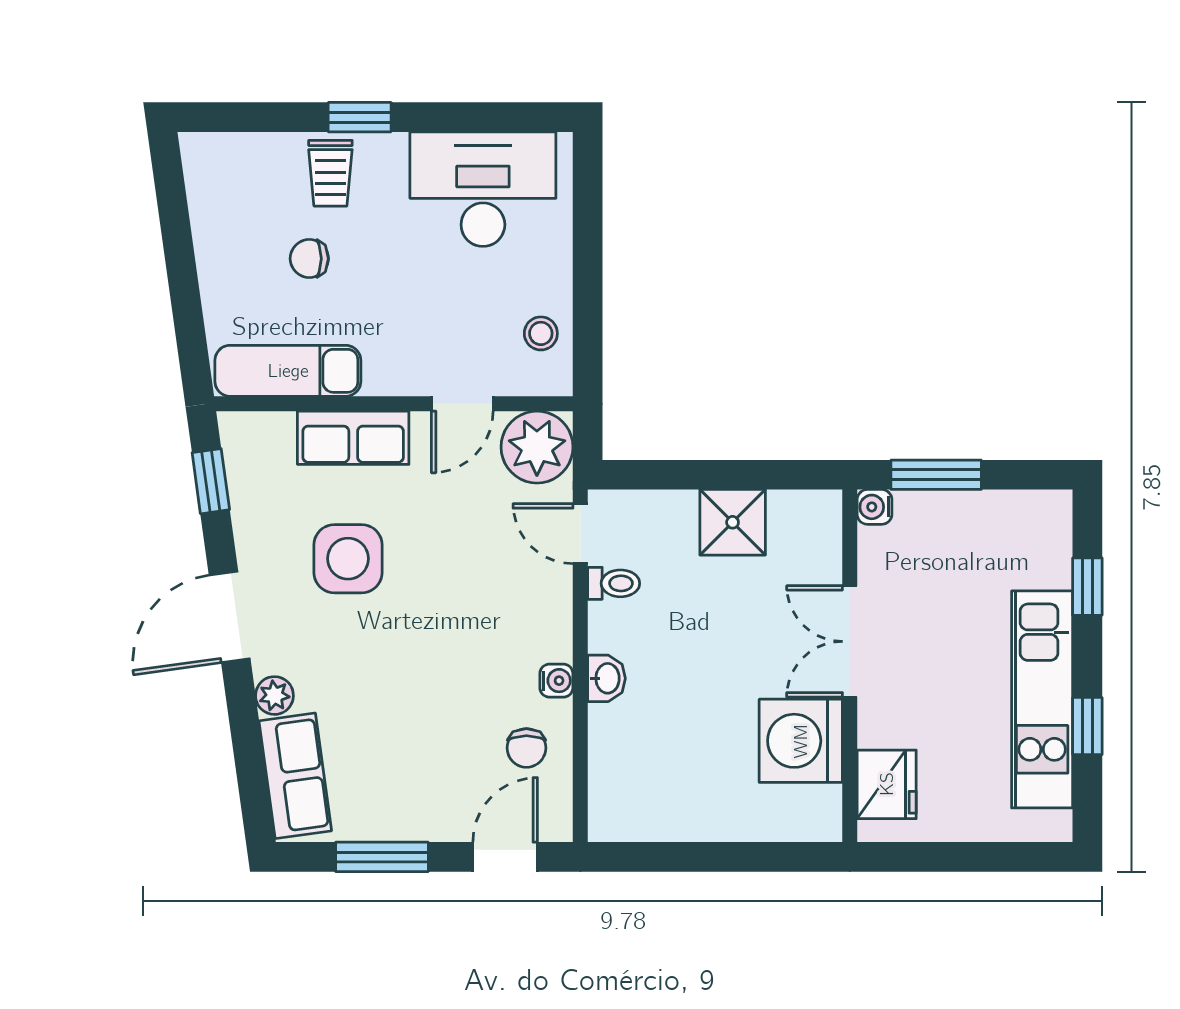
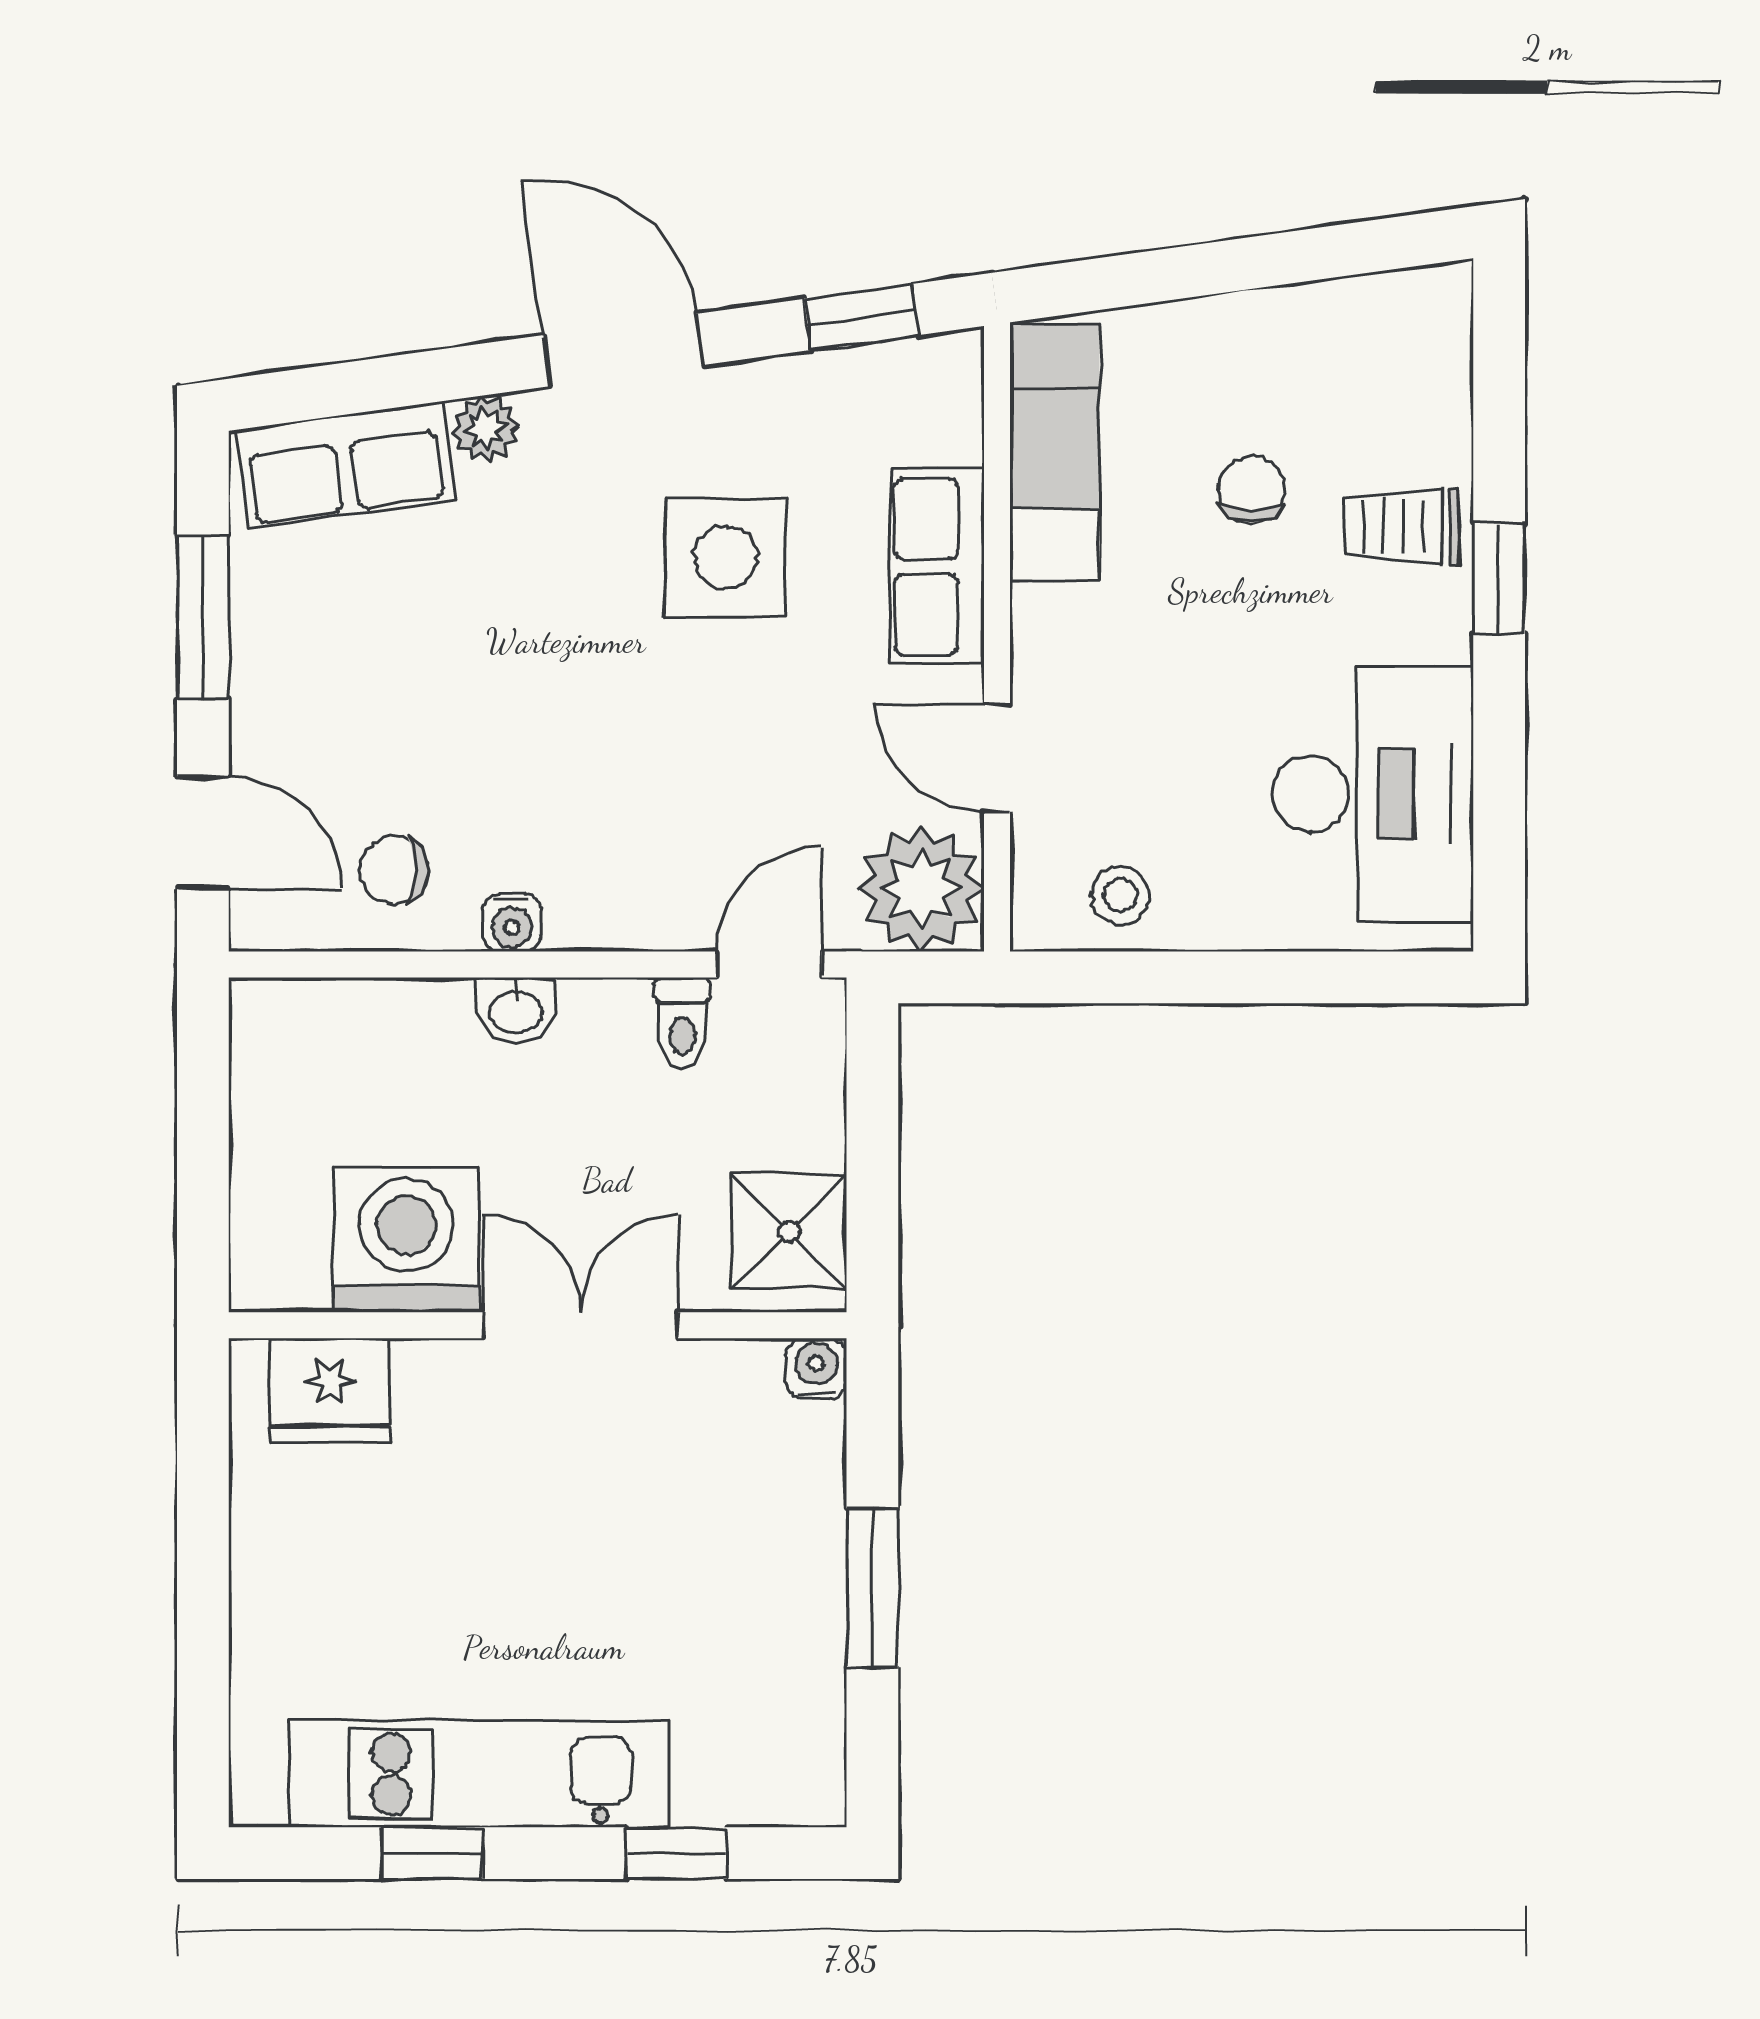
water cooler: (875, 507) -> (816, 1369), moved
double door: (850, 641) -> (581, 1325), moved
wall: (850, 666) -> (538, 1325), moved
washing machine: (801, 741) -> (406, 1239), moved
fridge: (887, 784) -> (330, 1390), moved

